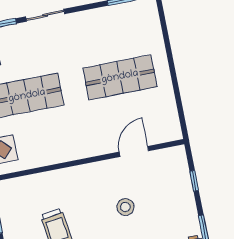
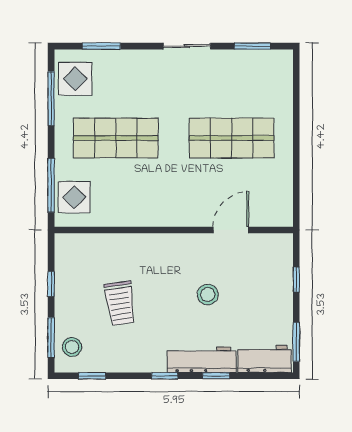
sliding door: (45, 15) -> (187, 46), moved

